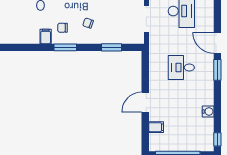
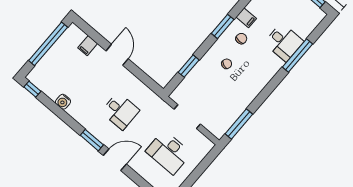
desk: (181, 67) -> (120, 111), turned 90

